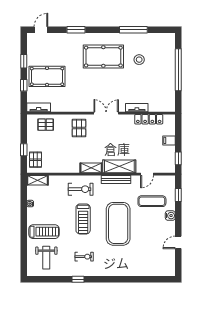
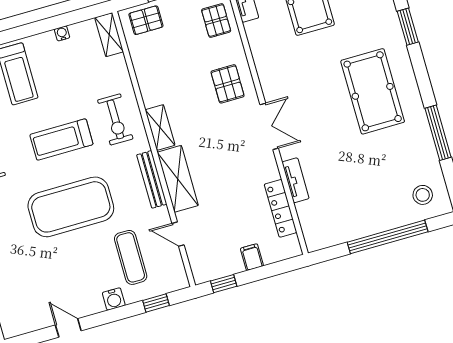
stool: (139, 60) -> (423, 195), moved
pallet: (79, 128) -> (228, 84), turned 90

